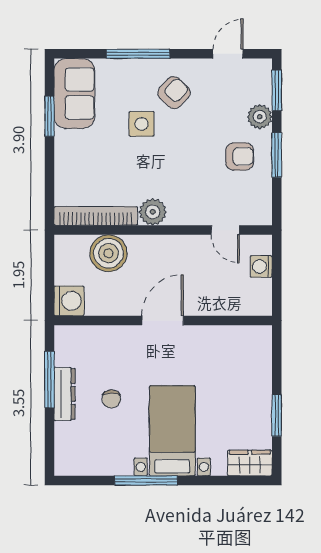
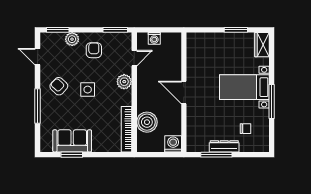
sofa: (74, 93) -> (72, 141), moved
side table: (142, 124) -> (88, 90), moved
window: (277, 155) -> (115, 30), moved
plant: (153, 212) -> (124, 82), moved
chair: (111, 399) -> (246, 129), moved

